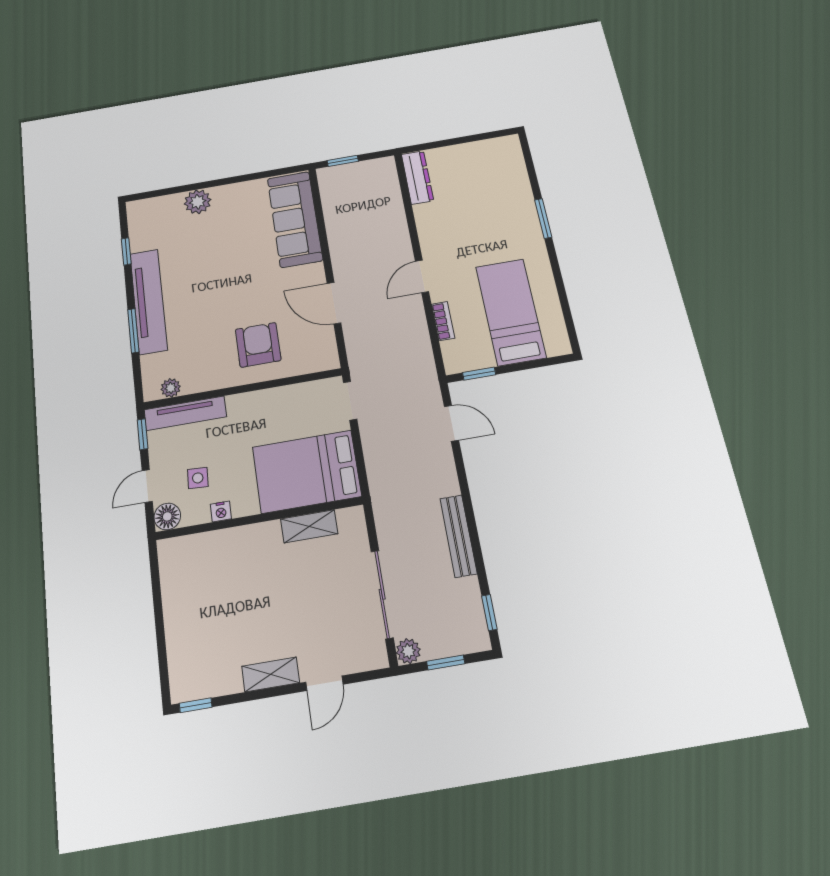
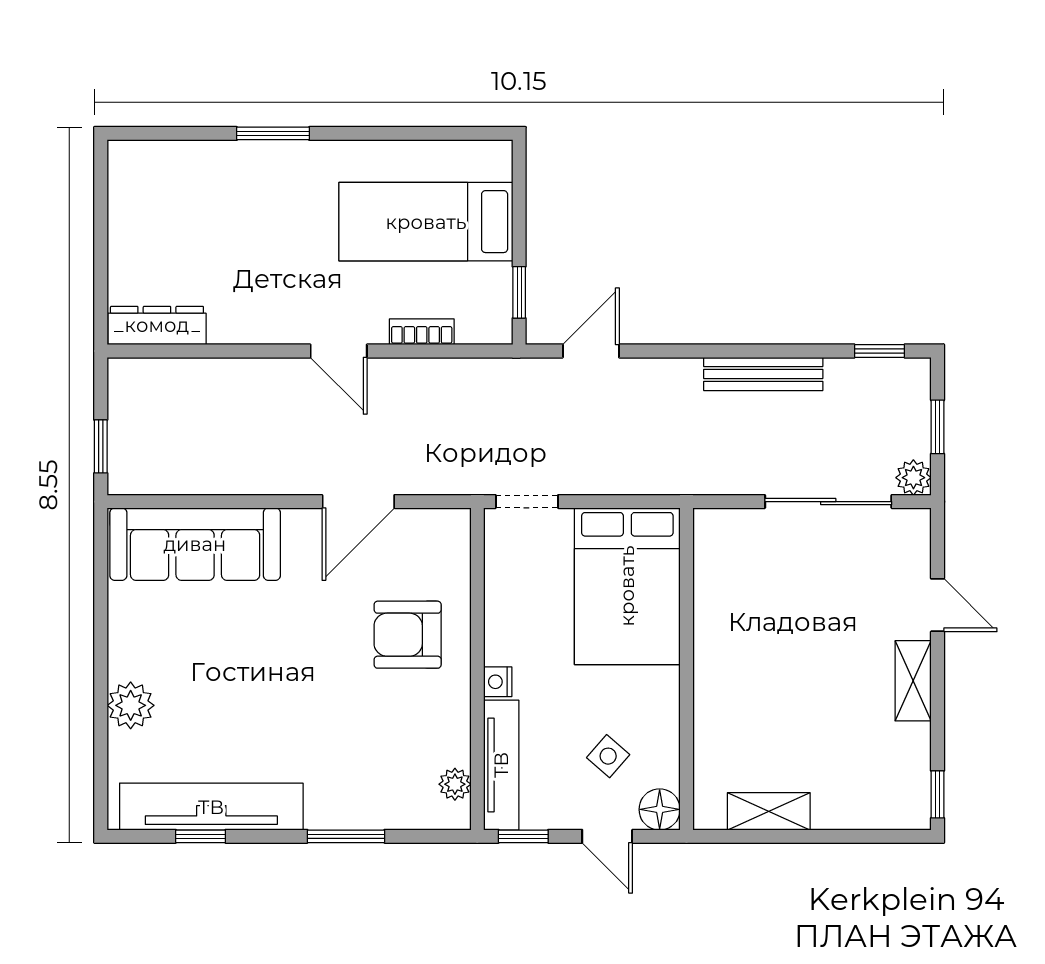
tv unit: (148, 301) -> (211, 807), moved
side table: (198, 478) -> (608, 756), turned 38
nightstand: (221, 511) -> (498, 682), moved, turned 180
shelving: (309, 526) -> (769, 811), moved, turned 90

